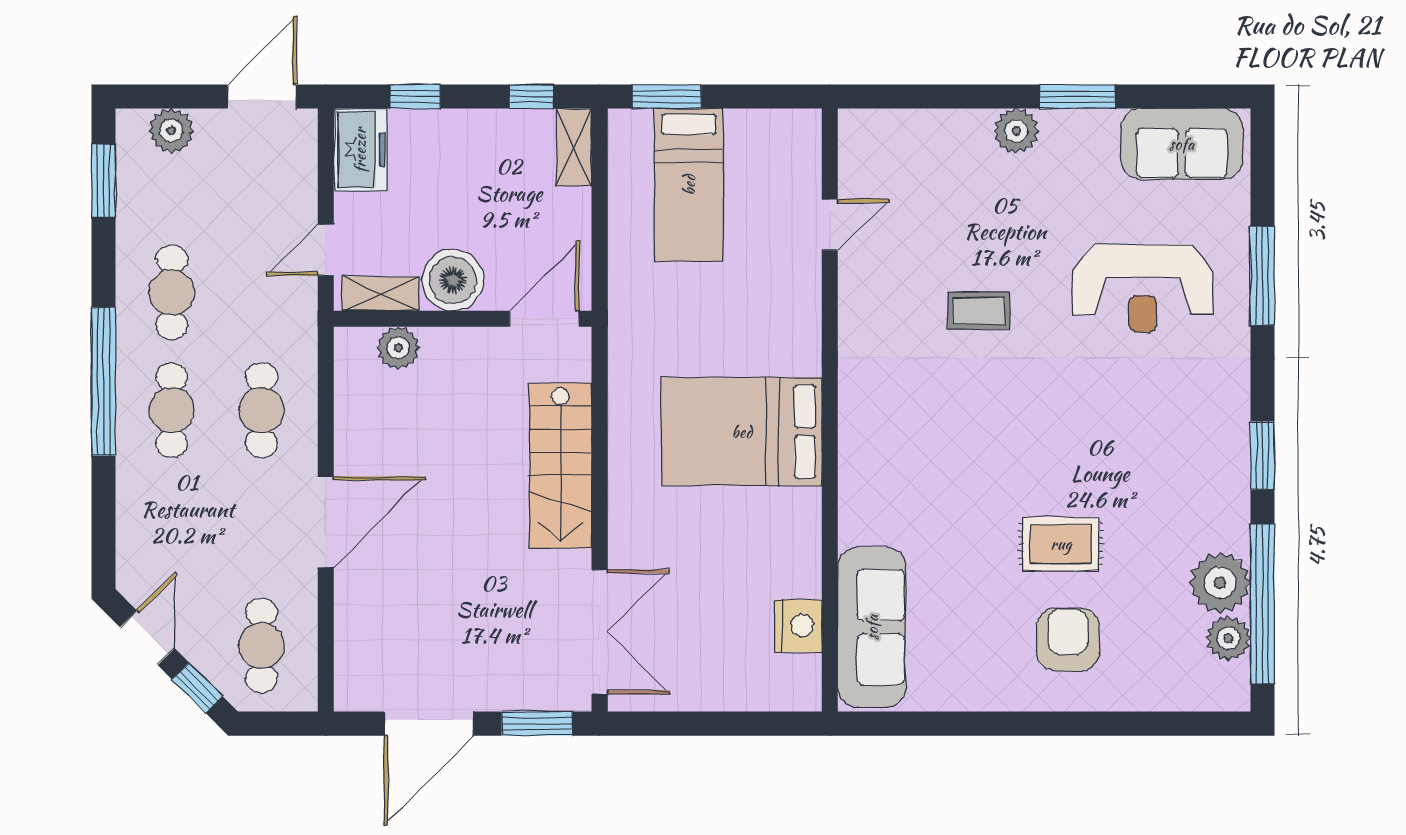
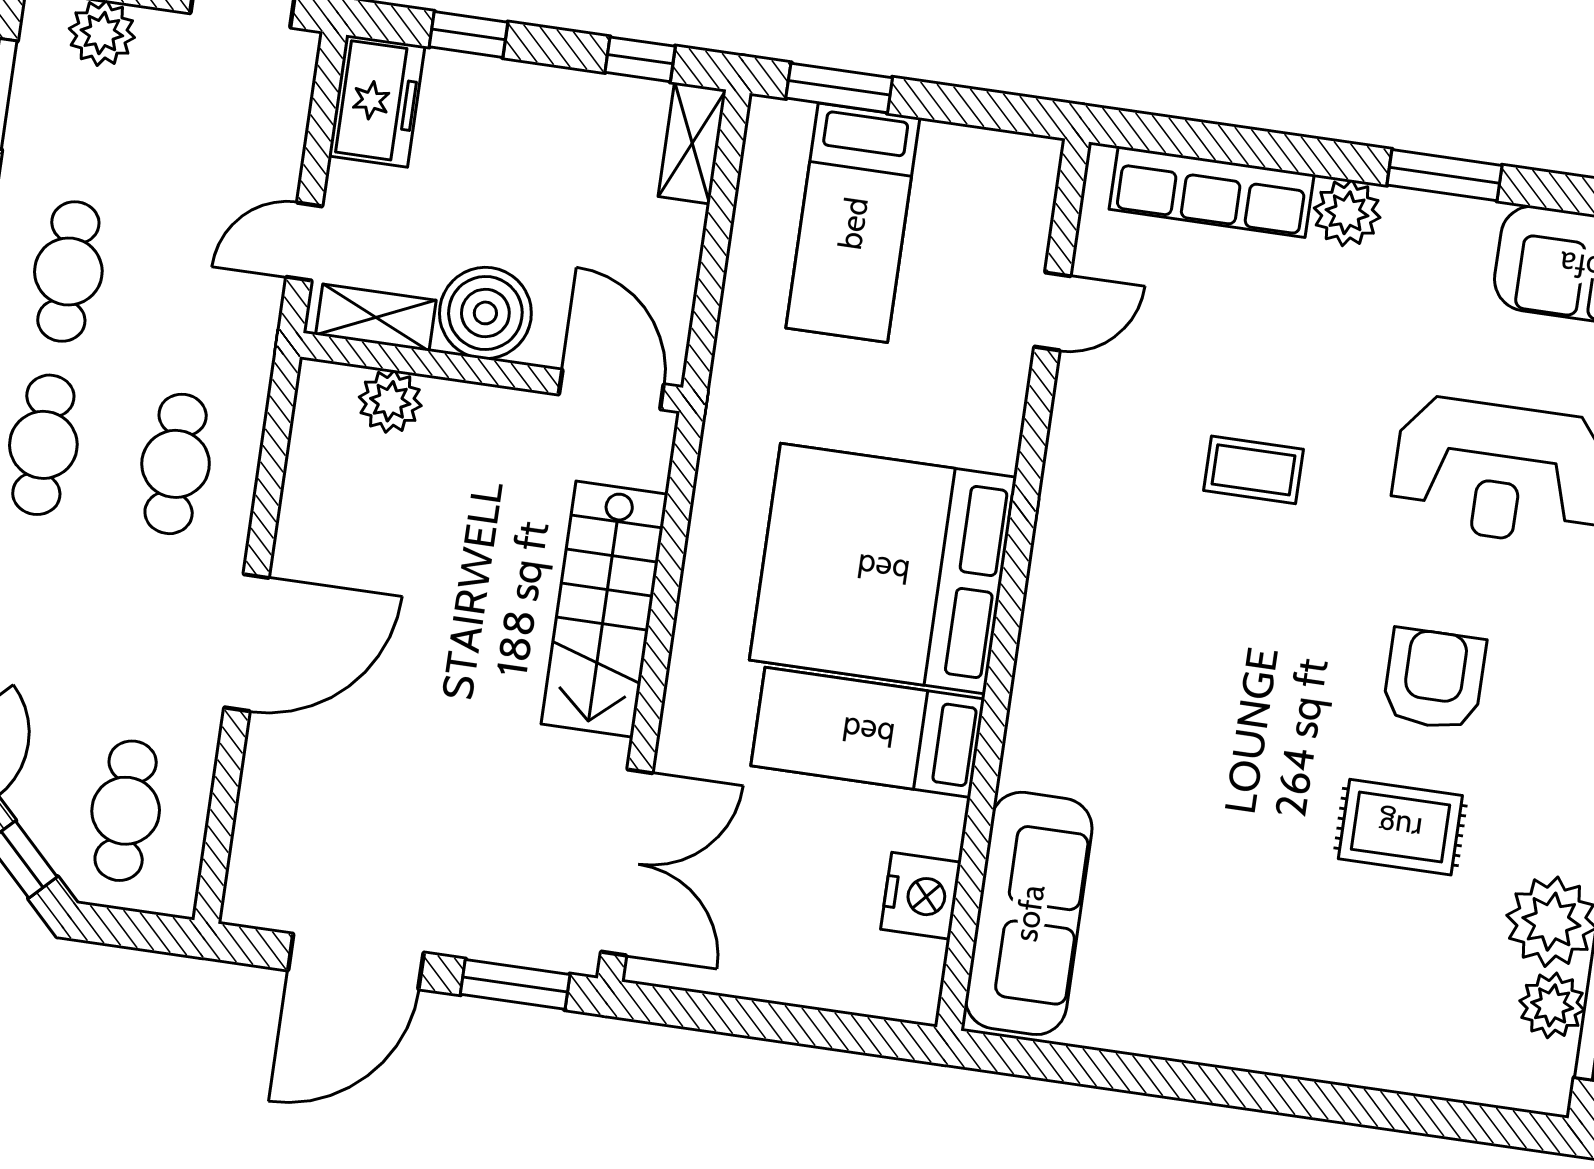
row of seats: (924, 130) -> (1212, 192), added
door: (544, 319) -> (611, 389), hinge flipped
bed: (742, 432) -> (883, 569), width x1.36
bed: (747, 522) -> (868, 732), added
rug: (1061, 544) -> (1400, 827), moved
armchair: (1068, 639) -> (1434, 679), moved

